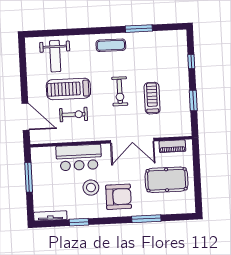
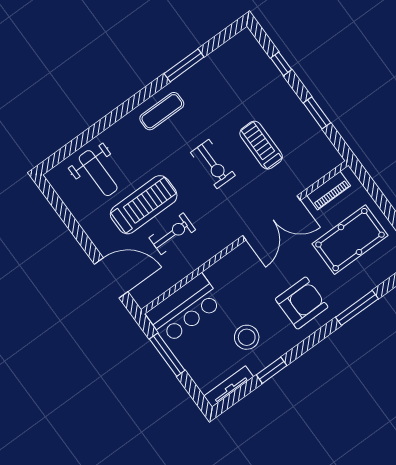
treadmill: (68, 89) -> (144, 205), turned 180
bar counter: (79, 158) -> (185, 309), moved
stool: (91, 188) -> (247, 337), moved

